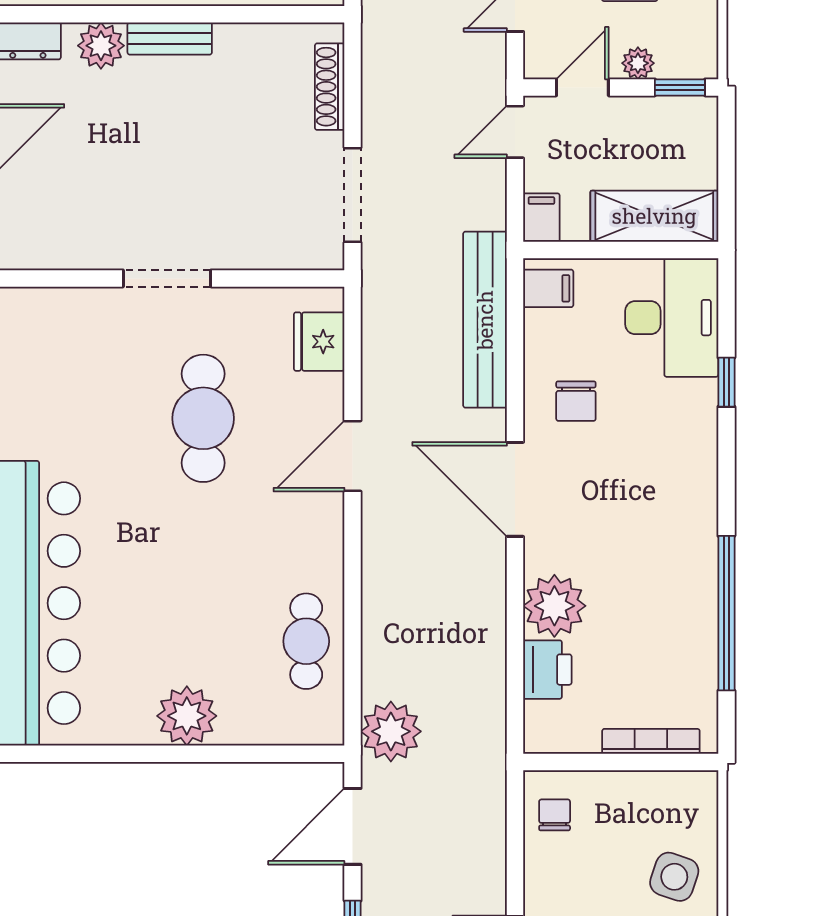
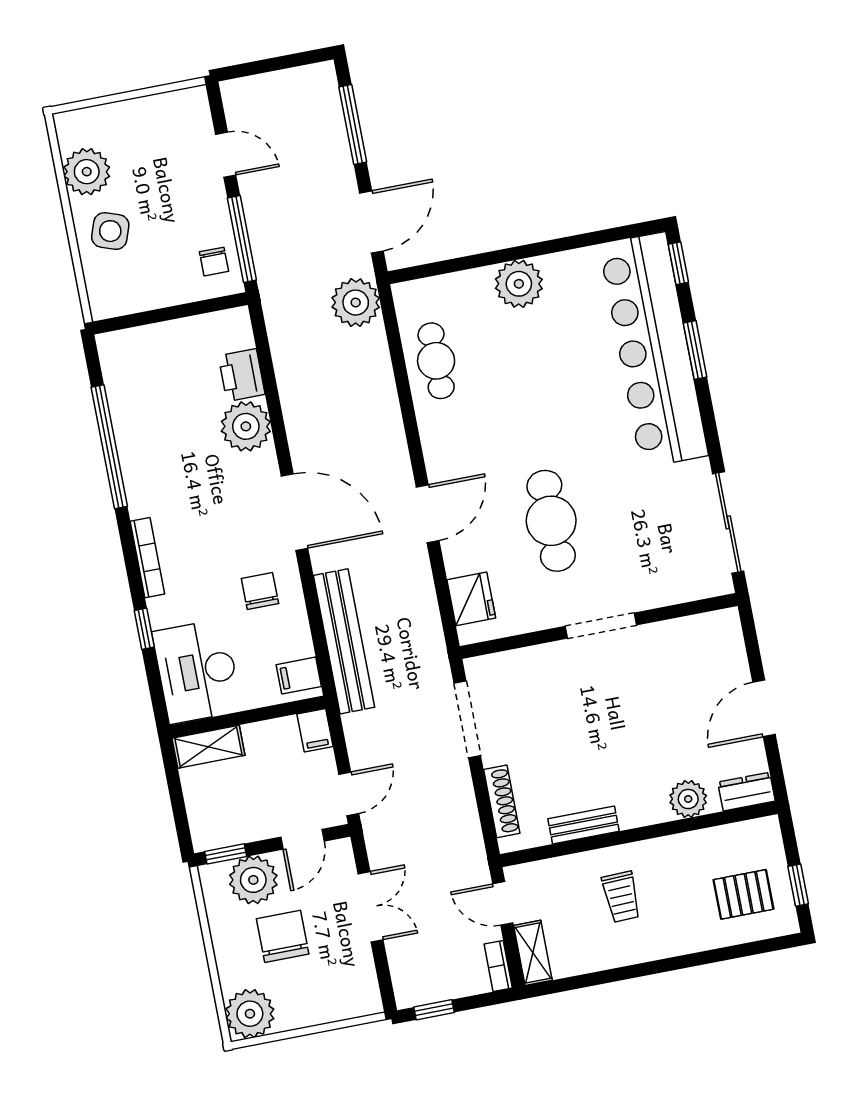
bench: (170, 39) -> (584, 825), moved
plant: (638, 63) -> (253, 880), width x1.88, depth x1.88
shelving: (654, 216) -> (208, 747), width x0.67, depth x0.75
bookcase: (651, 741) -> (147, 558), moved, turned -90
window: (515, 836) -> (242, 239), added

